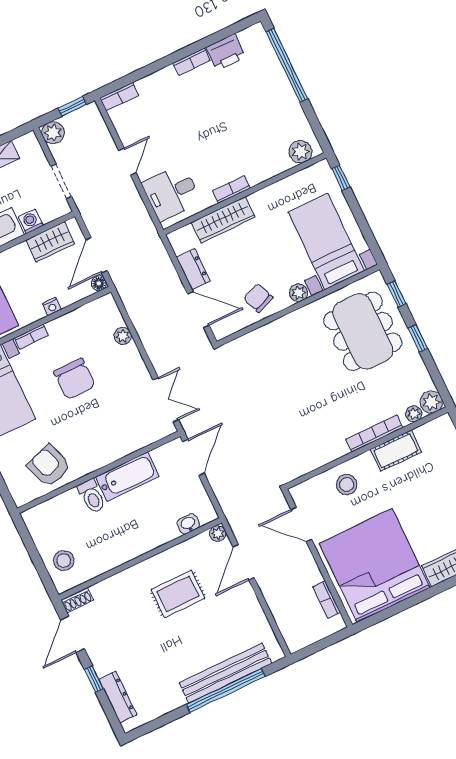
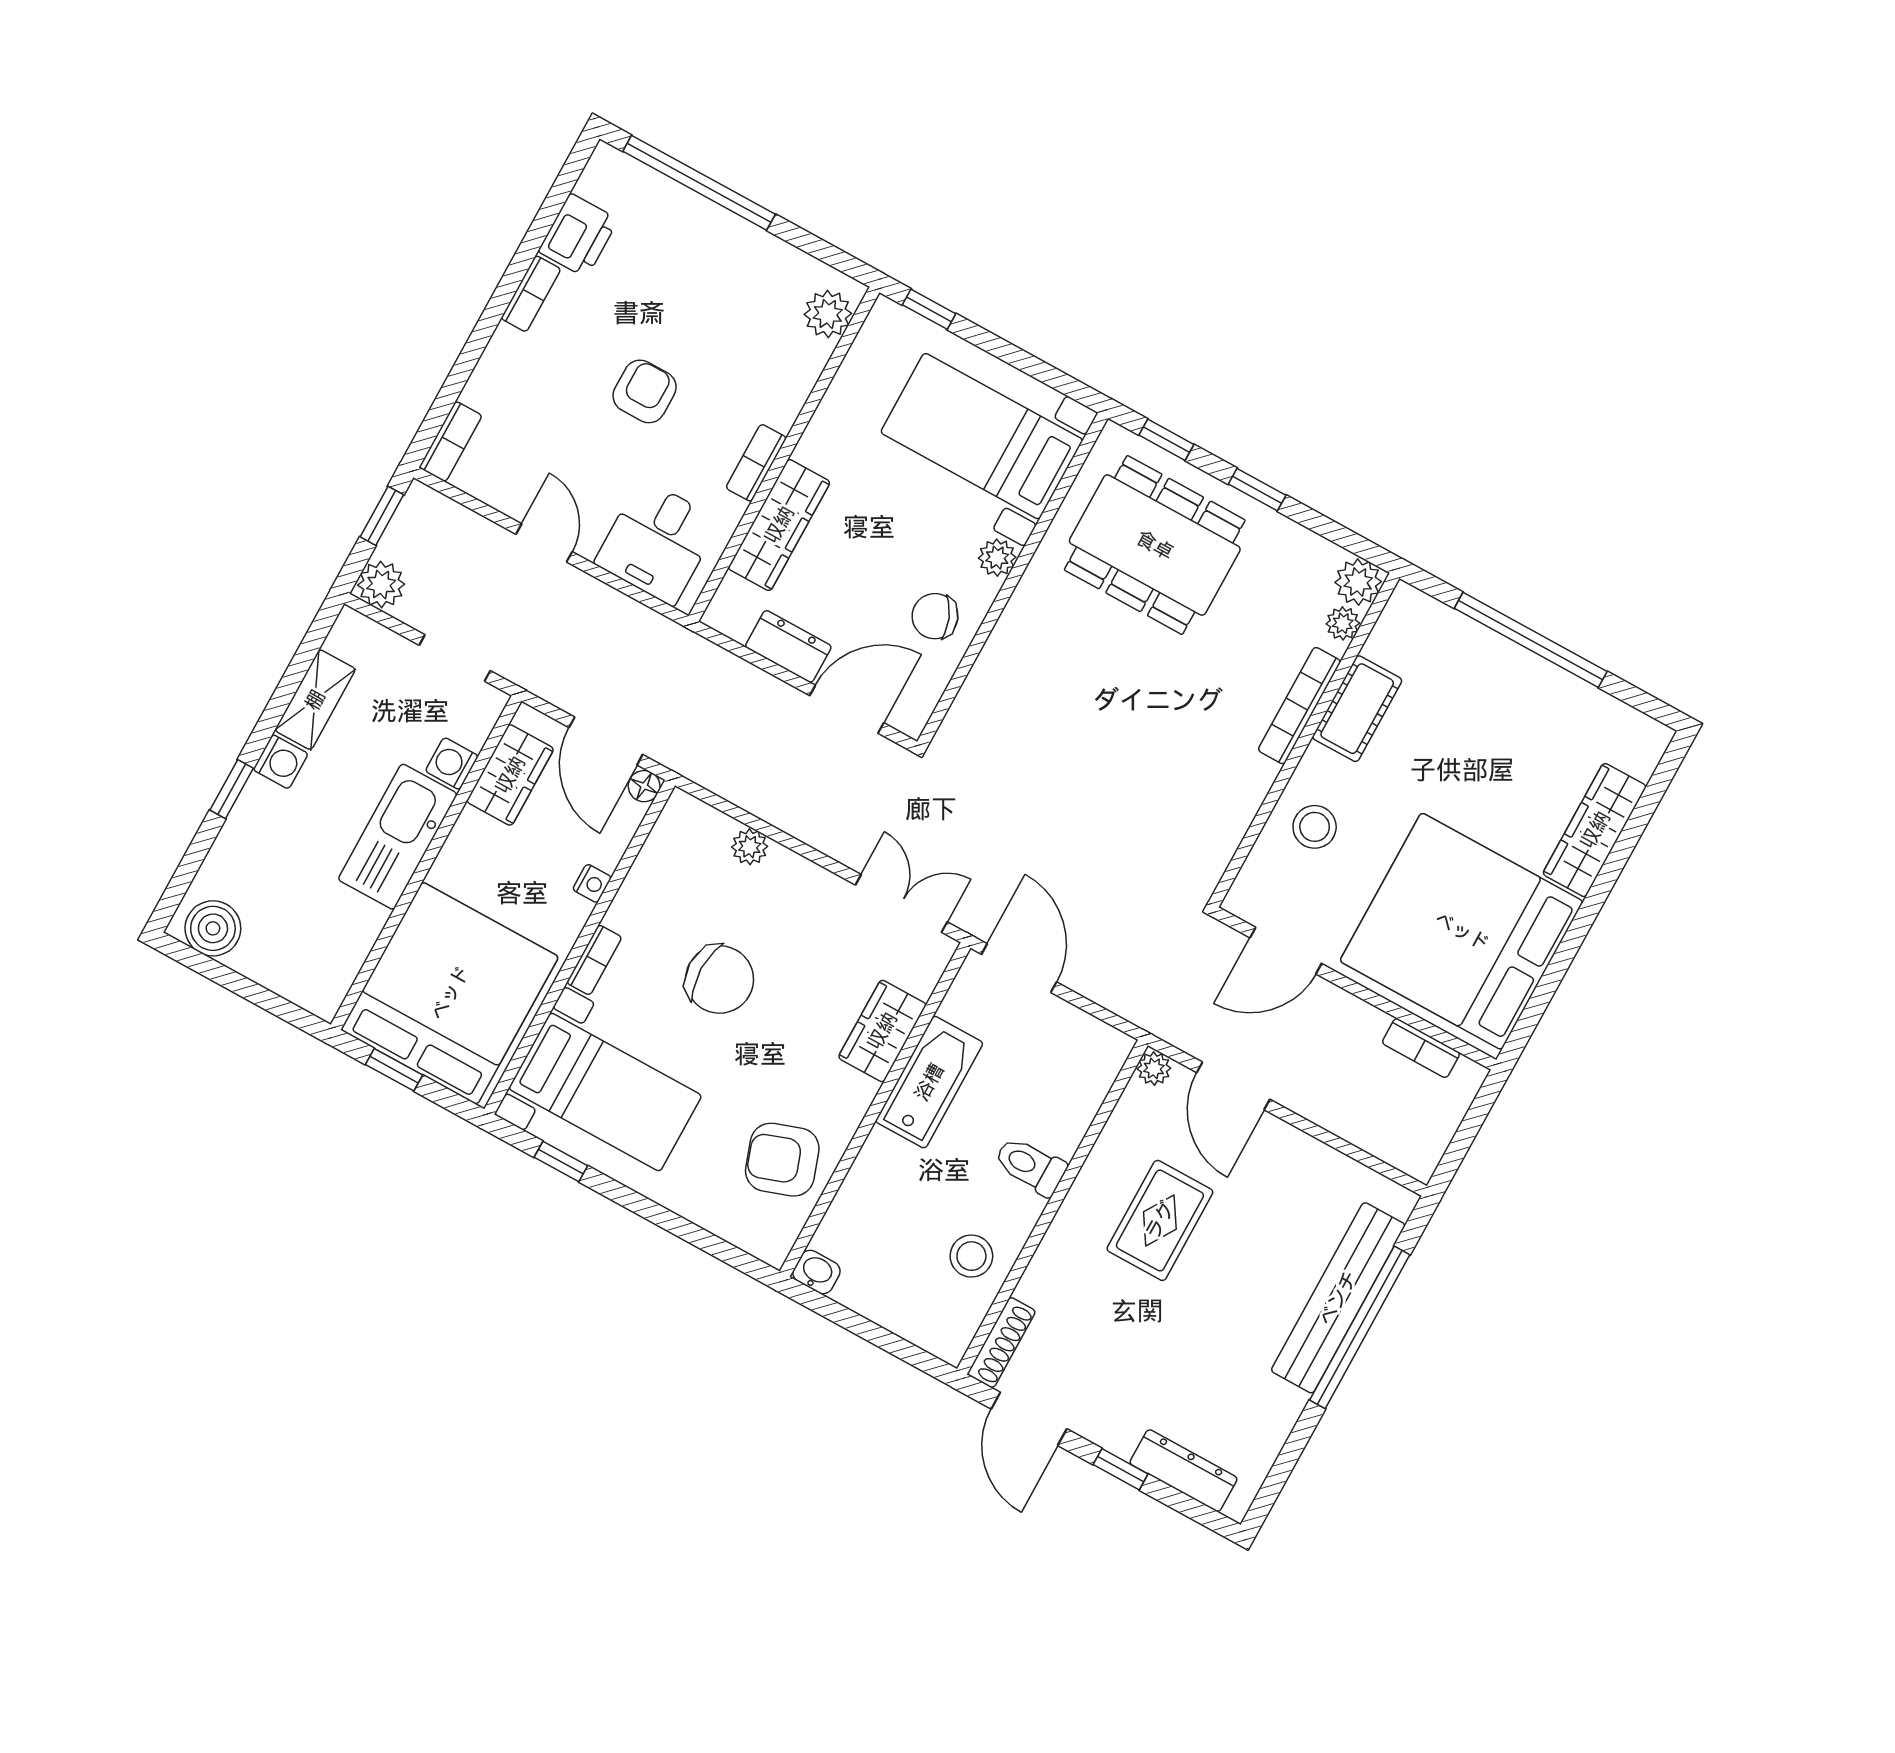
armchair: (208, 131) -> (645, 391), added
wardrobe: (123, 444) -> (882, 1031), added
toilet: (92, 496) -> (1030, 1166), moved, turned 180
washbasin: (188, 524) -> (816, 1272), moved, turned 90
stool: (64, 560) -> (971, 1256), moved
shoe rack: (77, 600) -> (1001, 1343), width x1.43

